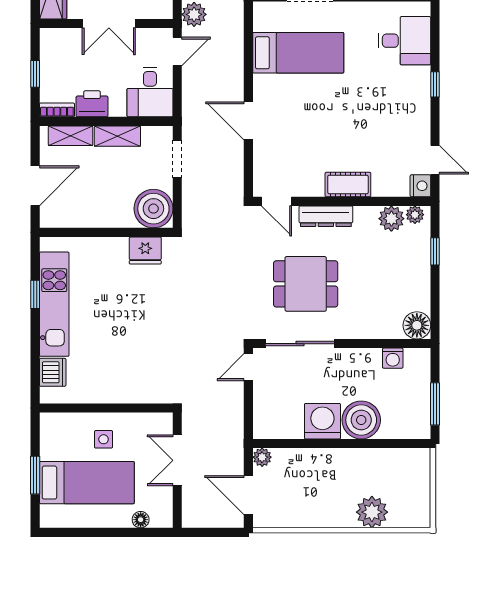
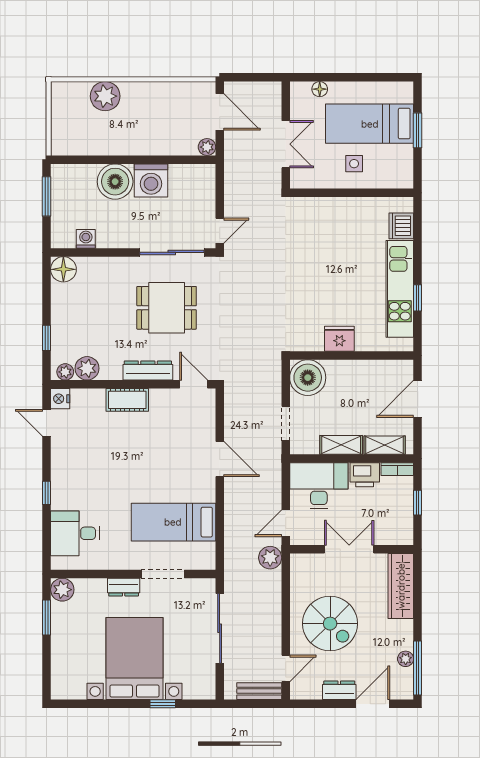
desk: (150, 92) -> (319, 486), width x1.37
fridge: (145, 251) -> (339, 339), moved

